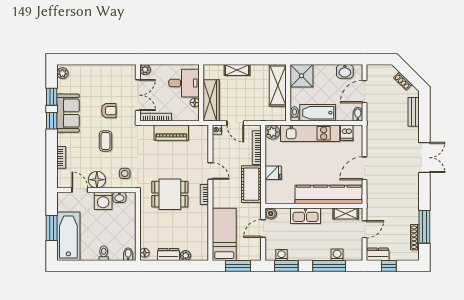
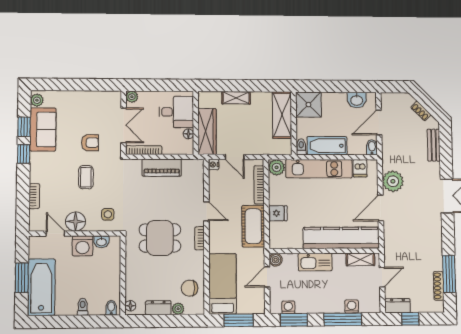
sofa: (68, 113) -> (43, 129), moved
plant: (376, 144) -> (393, 181), added
chair: (195, 238) -> (189, 288), added

